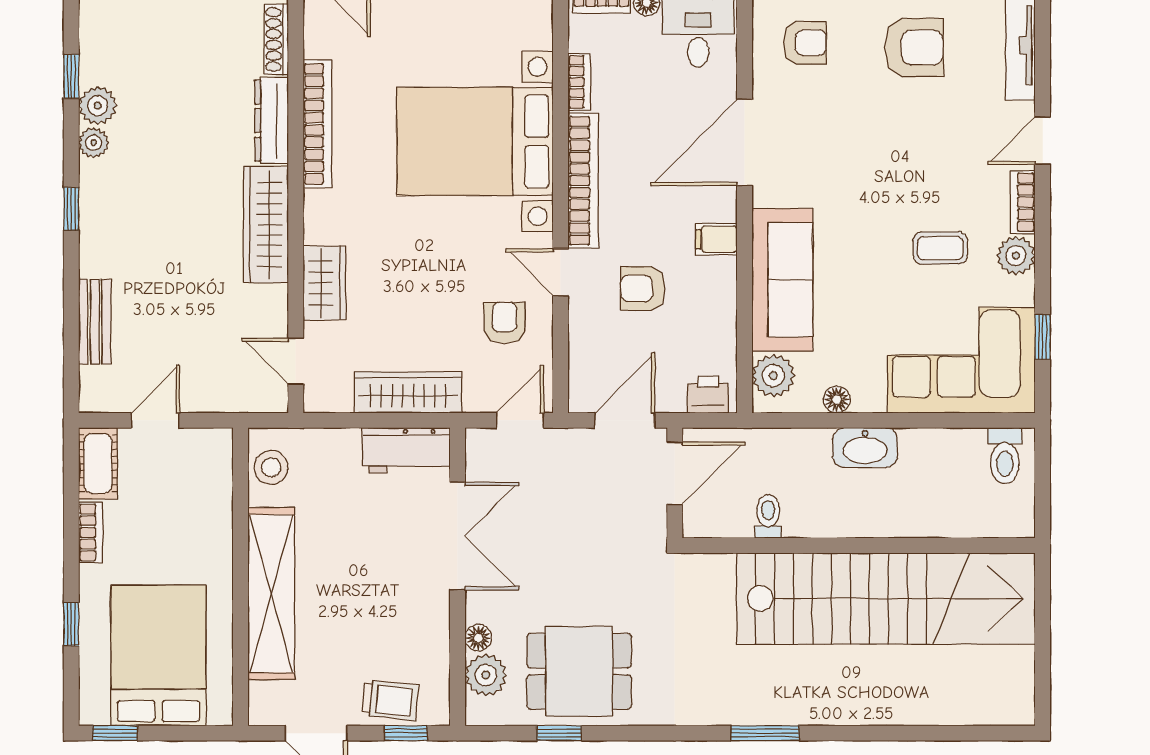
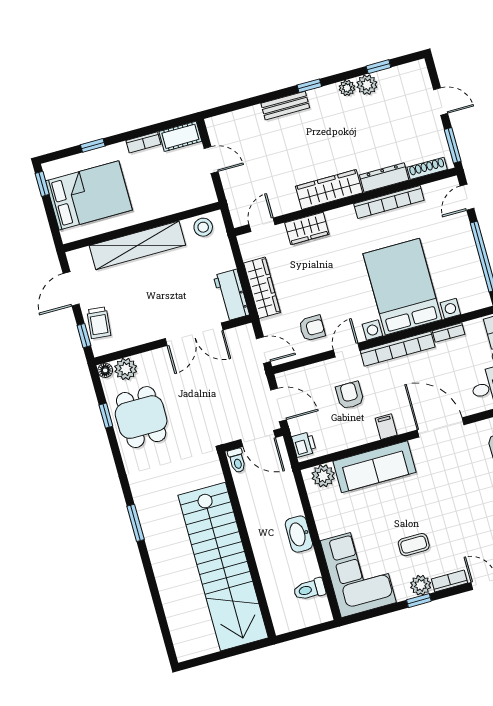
coffee table: (940, 248) -> (414, 545), turned 90
bench: (95, 322) -> (285, 106), moved
window: (1043, 337) -> (419, 601), moved
floor lamp: (837, 400) -> (320, 512), removed
toilet: (1005, 456) -> (309, 589), moved
toilet: (768, 516) -> (237, 461), moved, turned 90
floor lamp: (478, 638) -> (105, 370), moved

